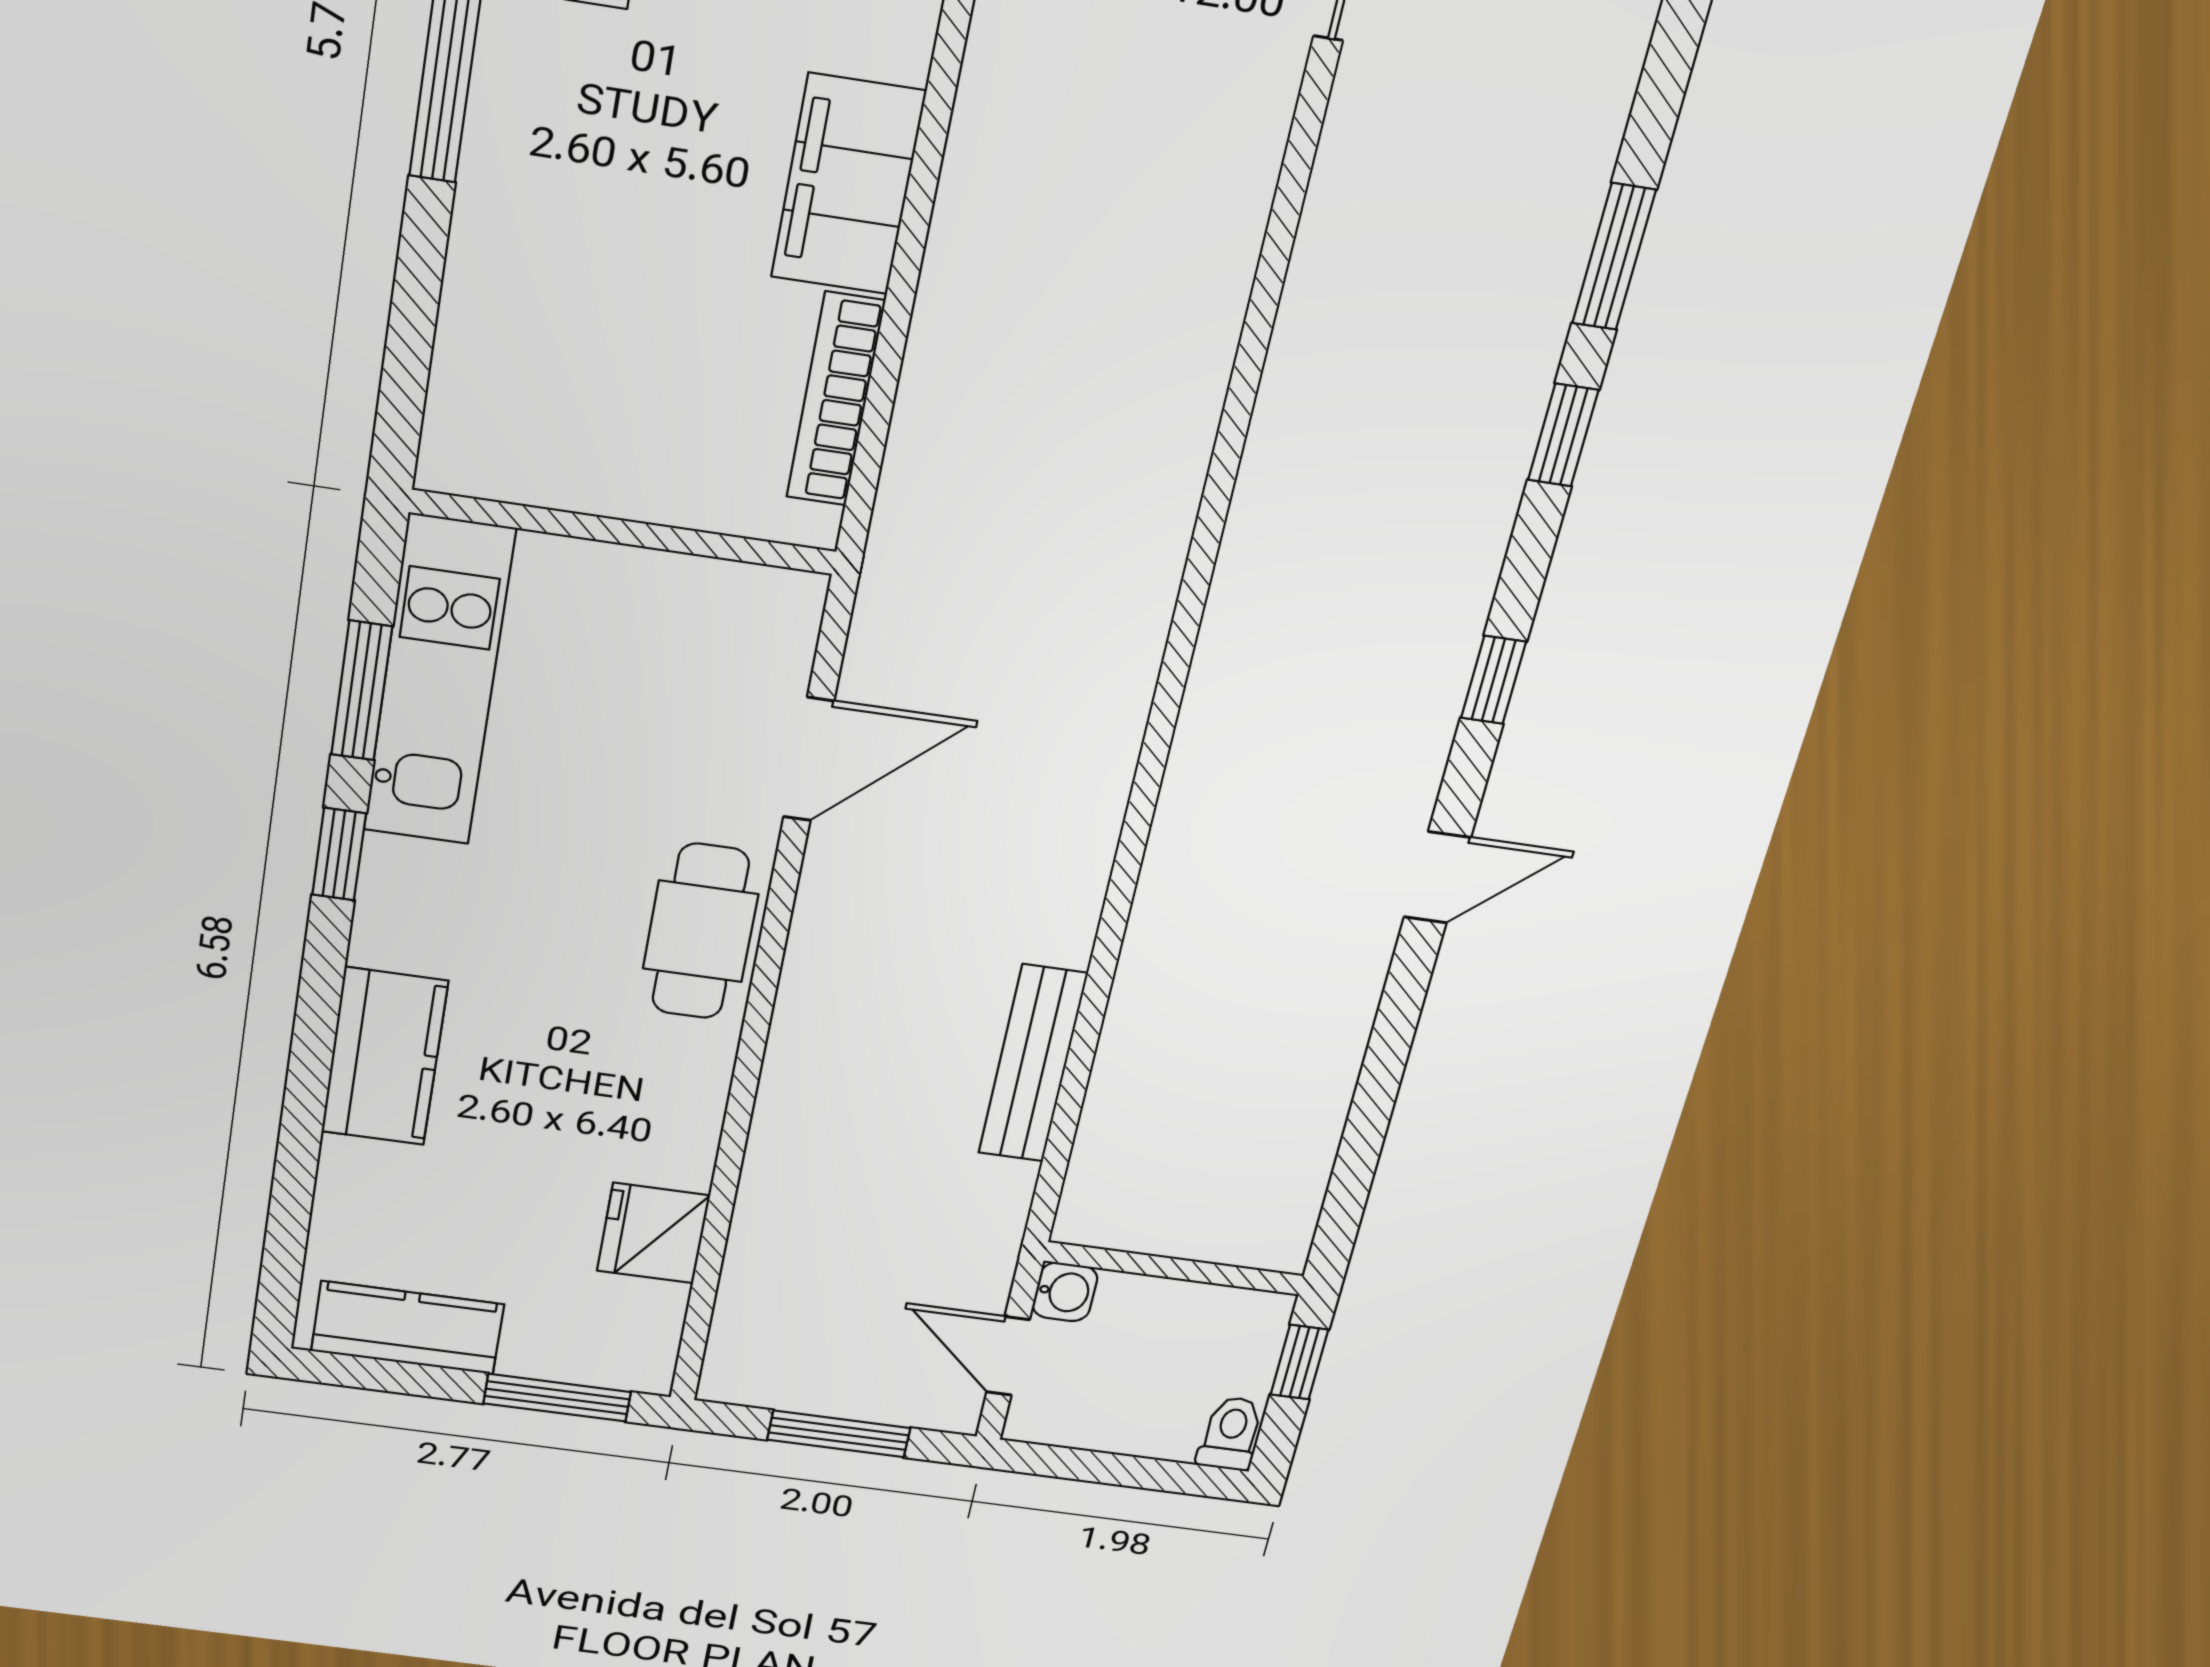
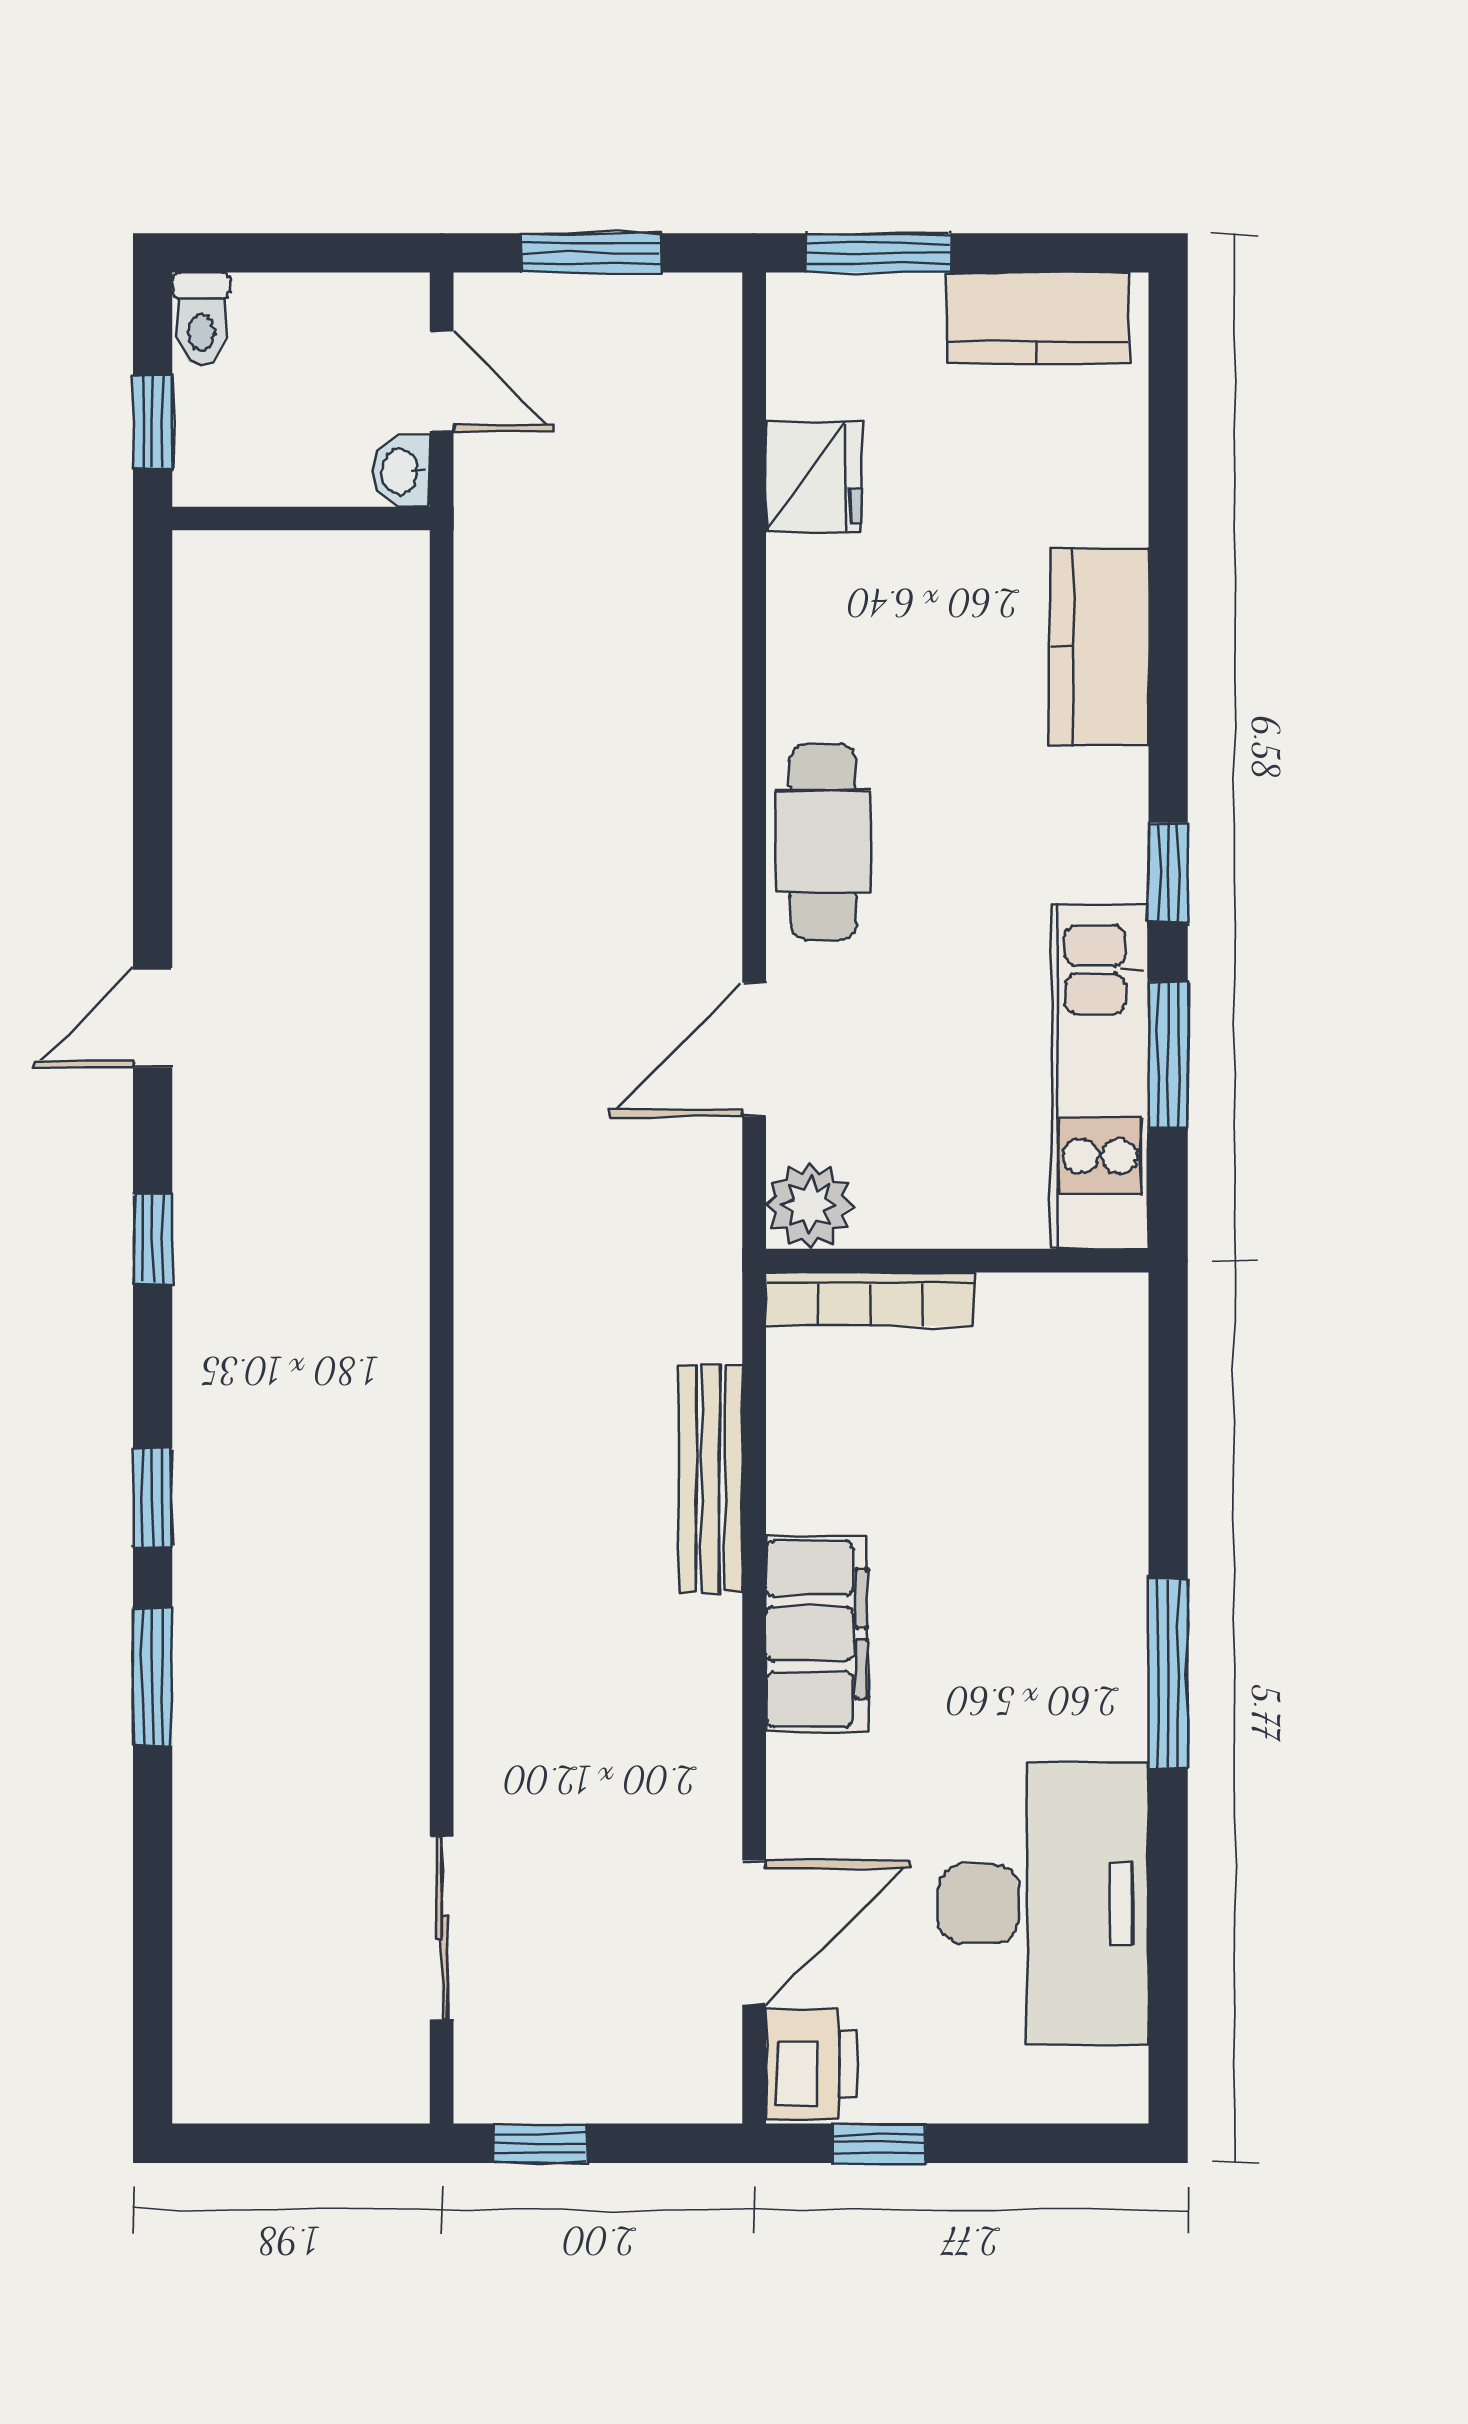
bookcase: (836, 399) -> (870, 1299), moved, turned 90
plant: (776, 608) -> (810, 1205), added
bench: (1033, 1064) -> (711, 1478), moved

